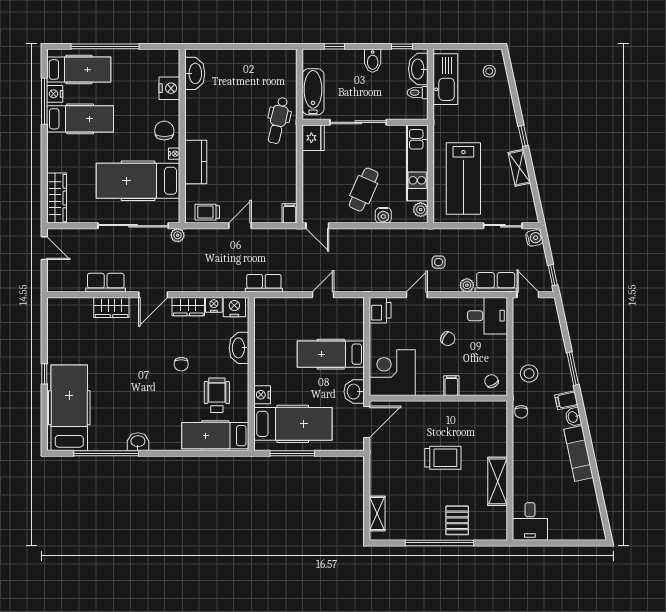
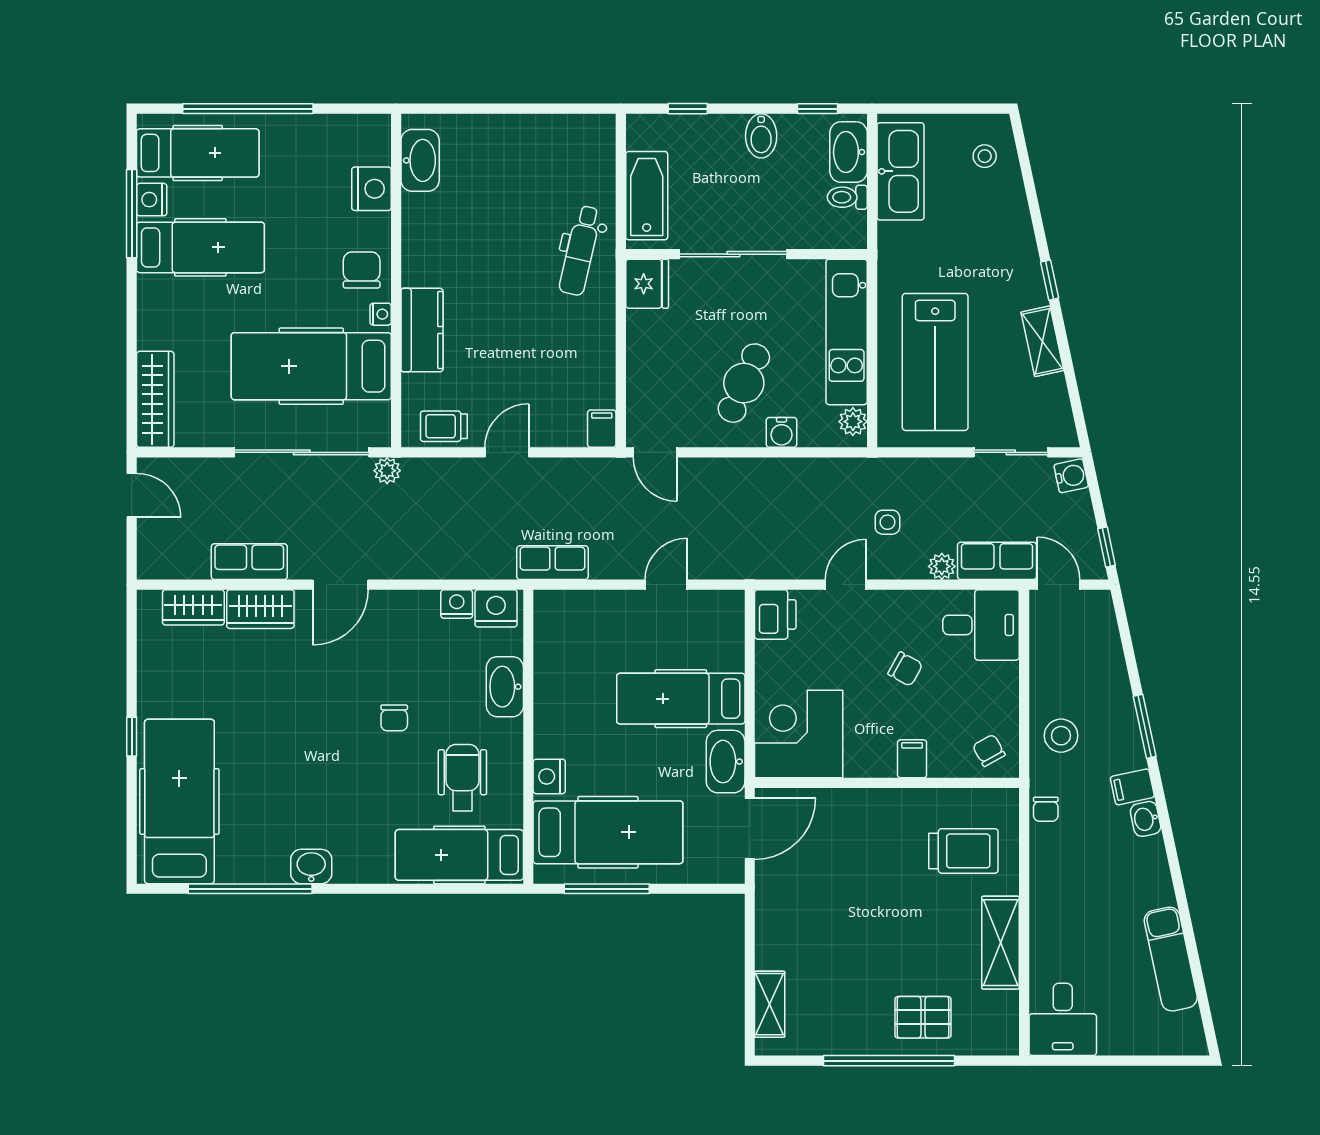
wardrobe: (188, 307) -> (193, 607), moved
washbasin: (354, 392) -> (726, 762), width x1.38
exam couch: (579, 453) -> (1171, 959), moved
trolley: (443, 458) -> (963, 851), moved
pallet: (457, 520) -> (923, 1017), turned 90

